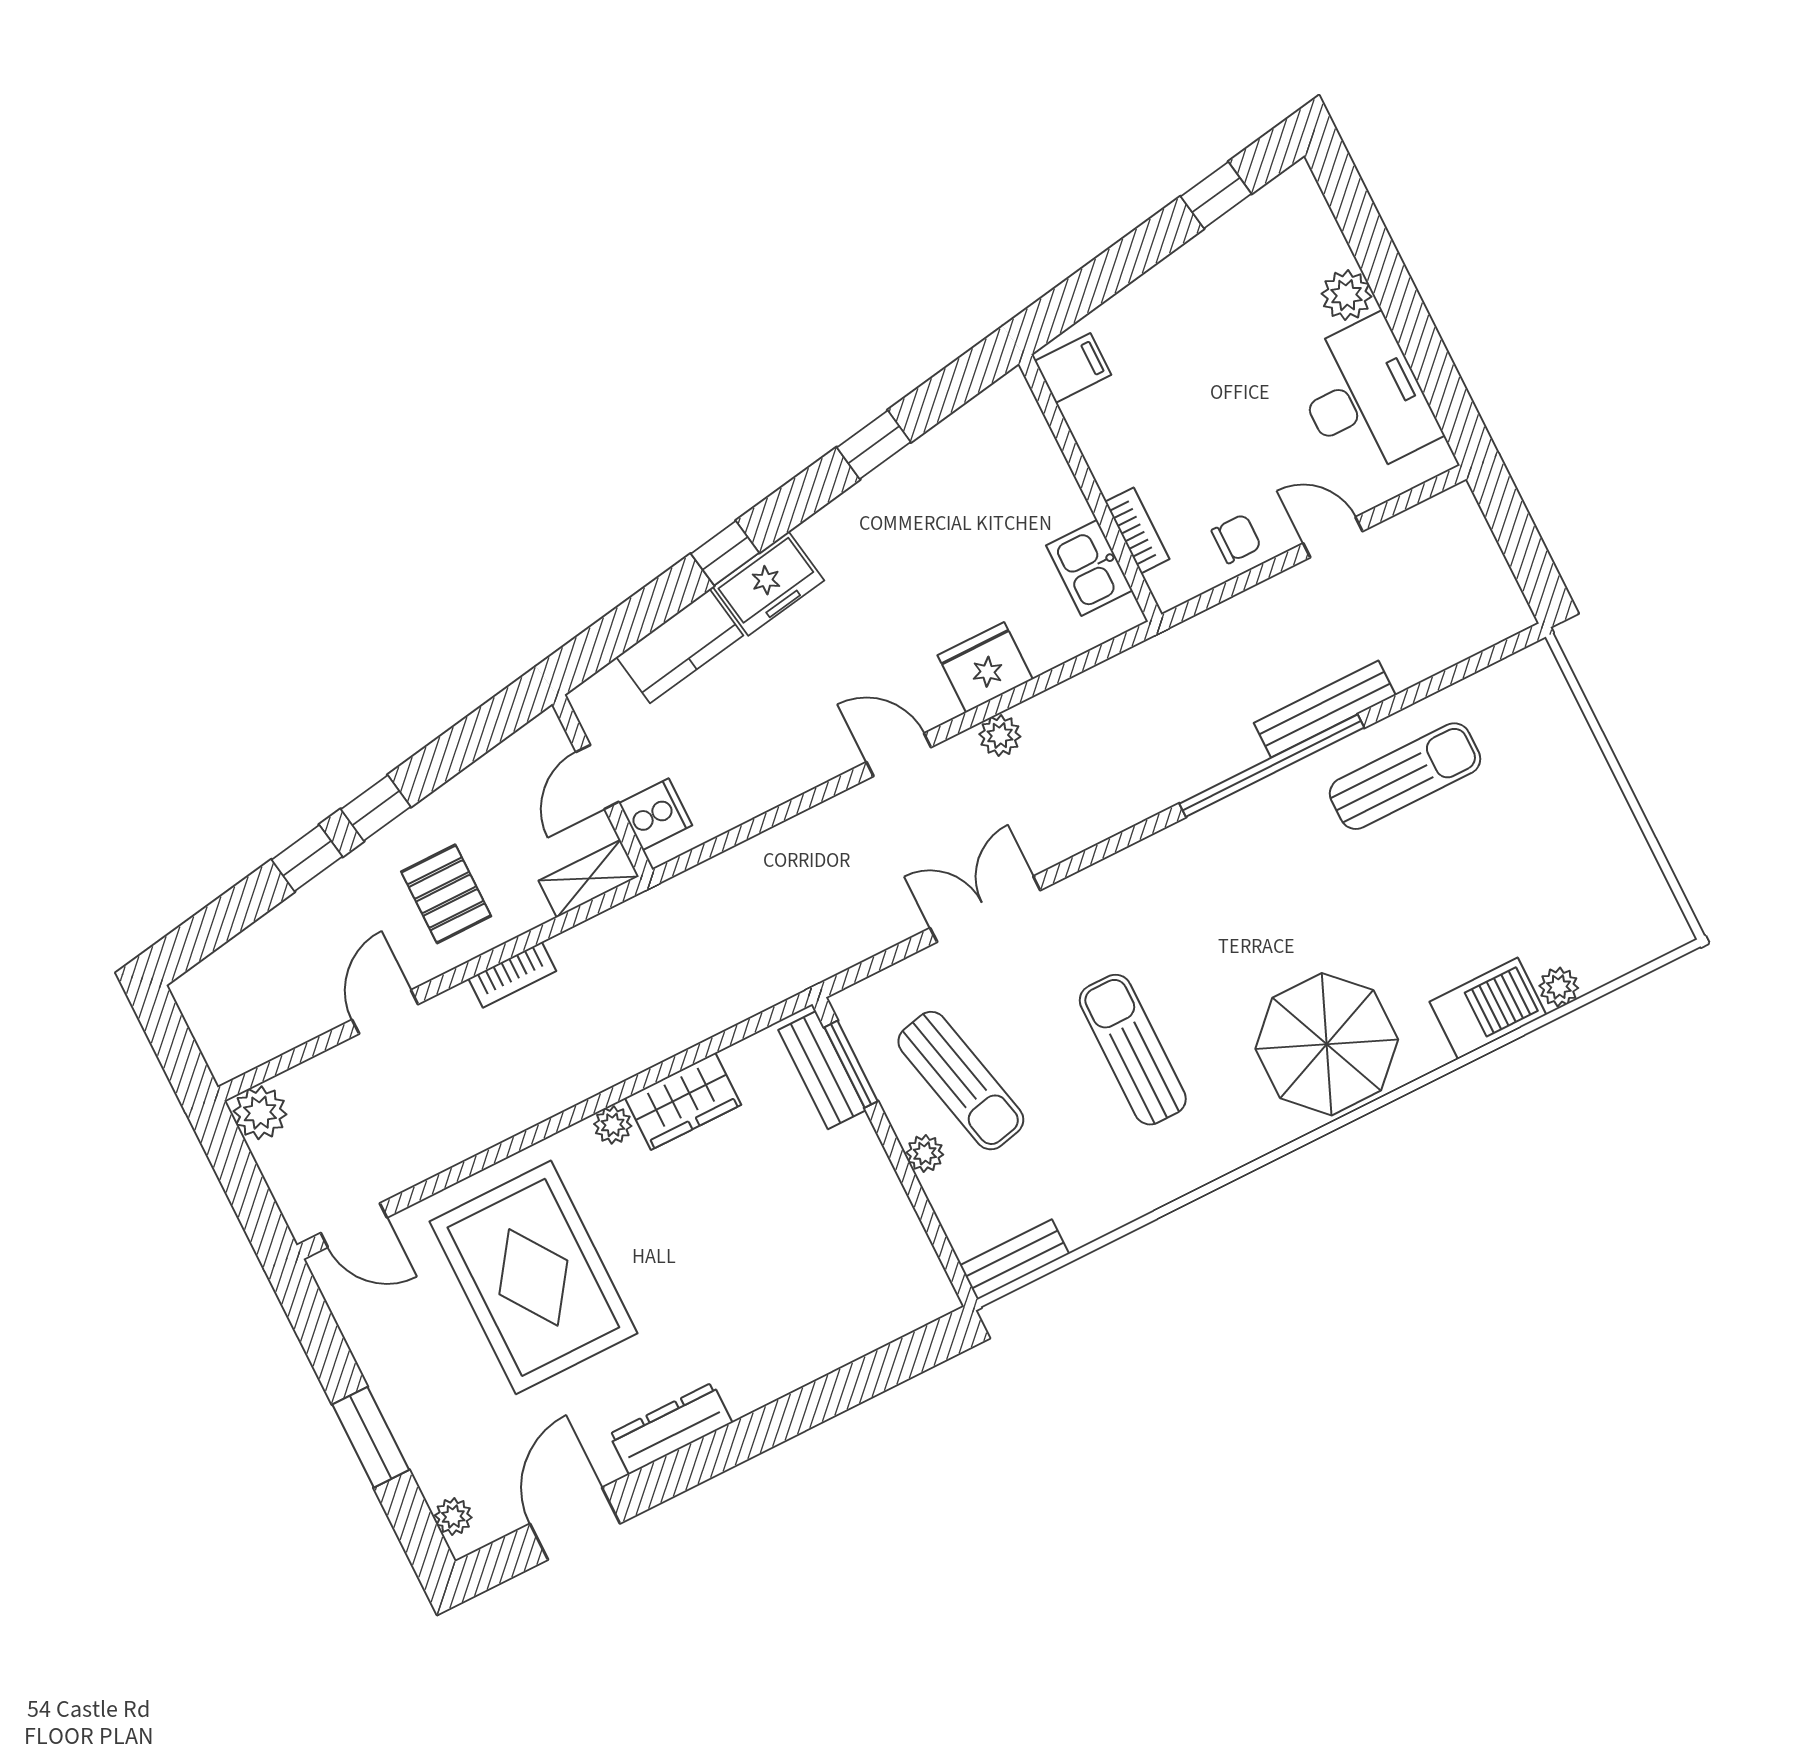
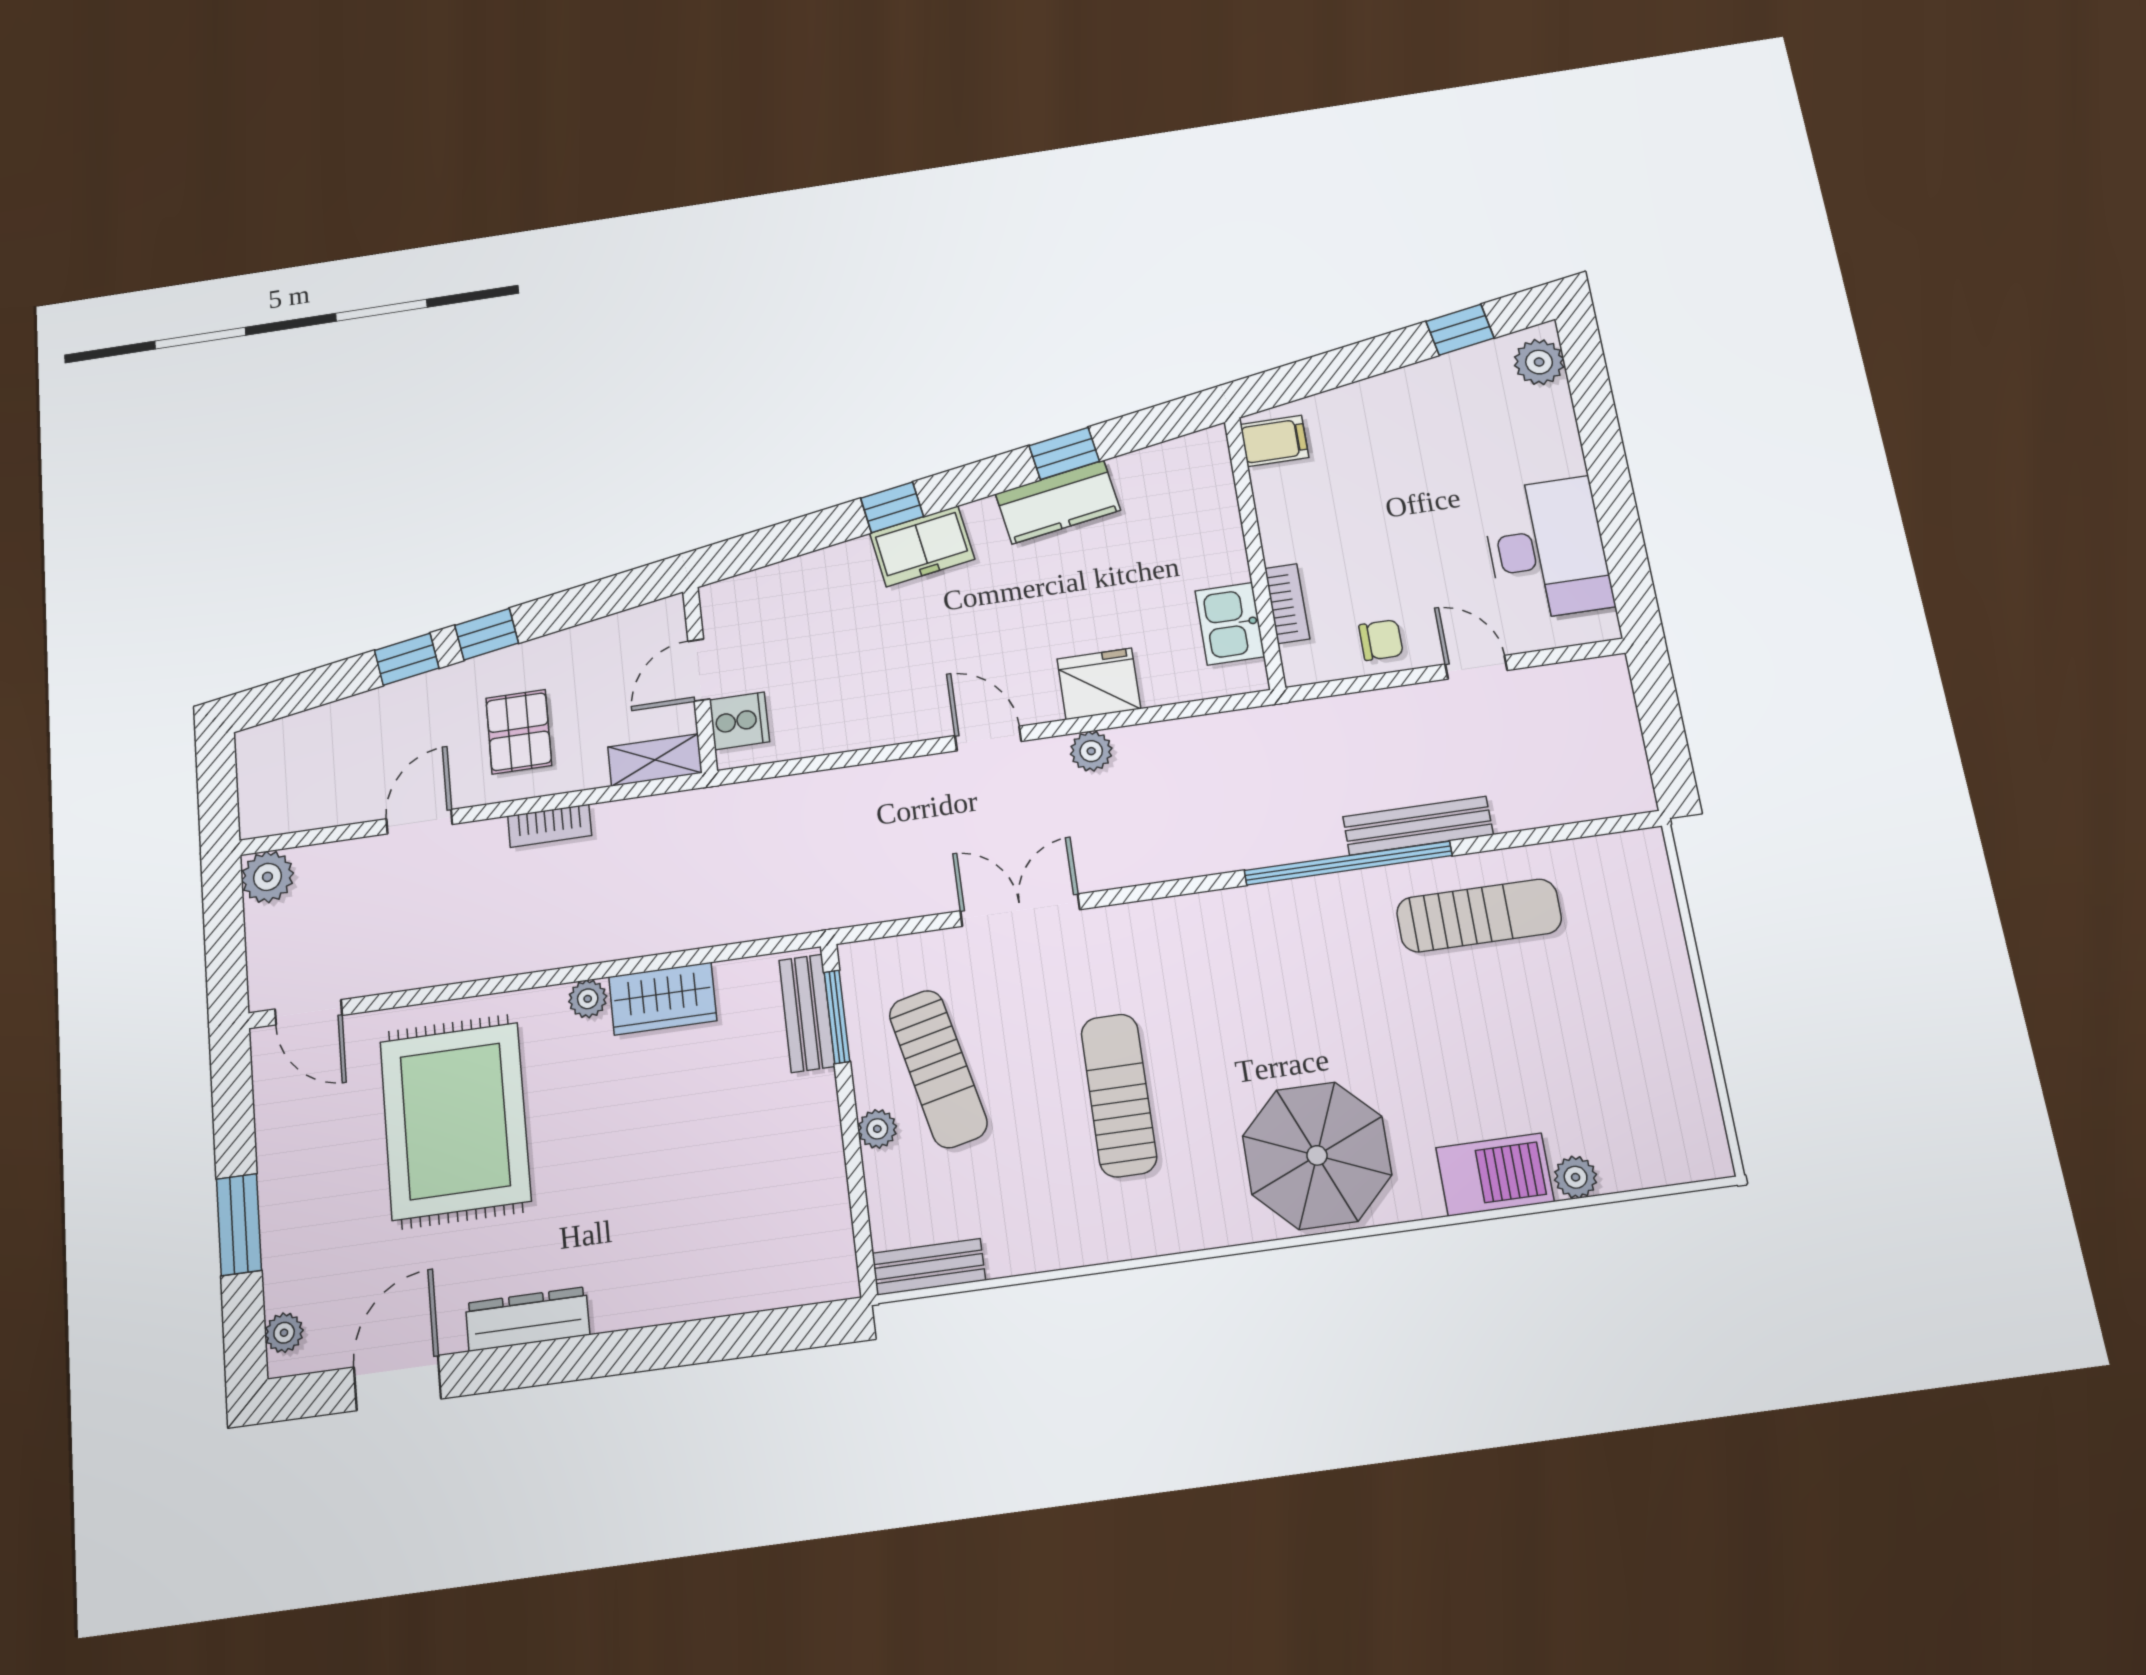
plant: (1347, 295) -> (1539, 362), moved
kitchen counter: (680, 646) -> (1058, 502), moved

